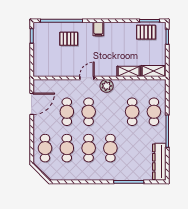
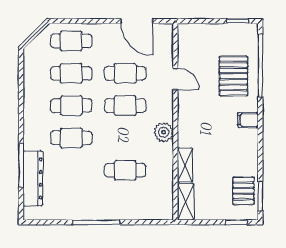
pallet: (69, 39) -> (233, 76), width x1.50, depth x1.42
door: (87, 78) -> (175, 79), moved
cafe table: (154, 112) -> (125, 203), removed
dresser: (159, 162) -> (33, 178), moved, turned 90

